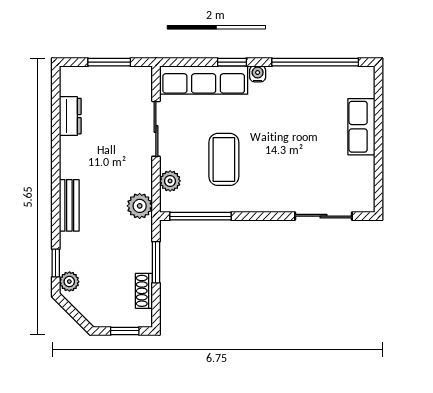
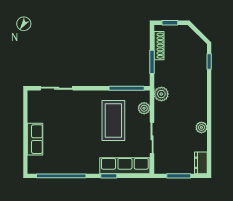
water cooler: (258, 74) -> (94, 169), removed
dresser: (70, 116) -> (201, 163), moved
coffee table: (224, 159) -> (113, 120), width x1.36, depth x1.32
bench: (69, 205) -> (201, 94), removed
plant: (69, 282) -> (201, 127), moved
shoe rack: (144, 291) -> (159, 46), width x1.43

